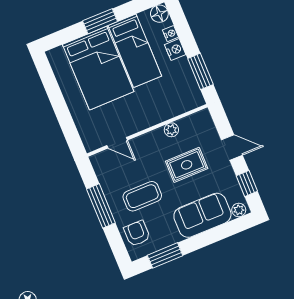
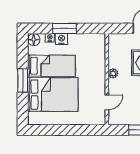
window: (200, 71) -> (64, 28), moved
plant: (171, 130) -> (113, 73), moved

